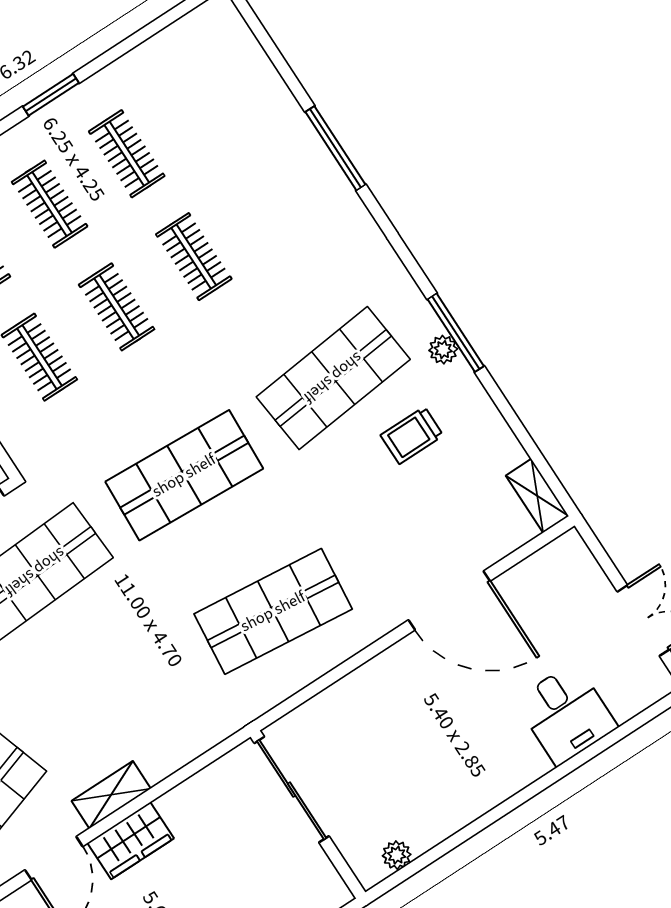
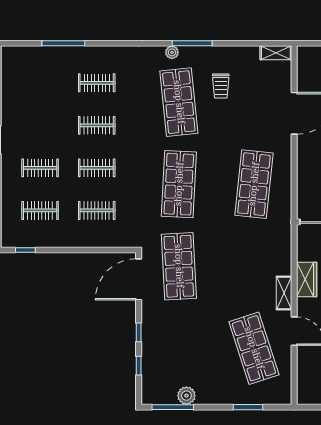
window: (335, 148) -> (63, 43), moved
clothes rail: (127, 154) -> (97, 83), moved
plant: (443, 350) -> (172, 52), moved
wardrobe: (131, 841) -> (307, 279), moved

